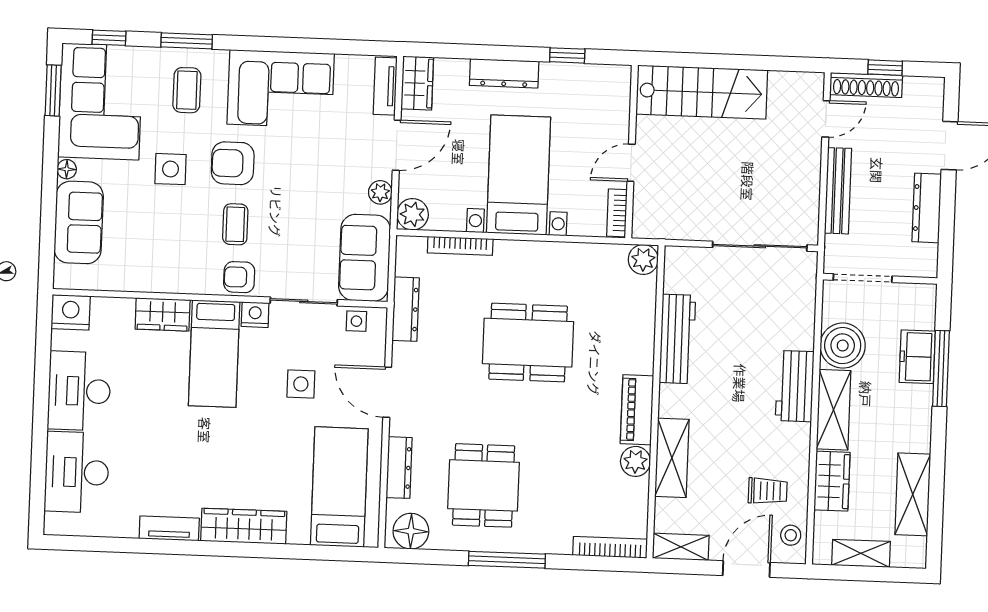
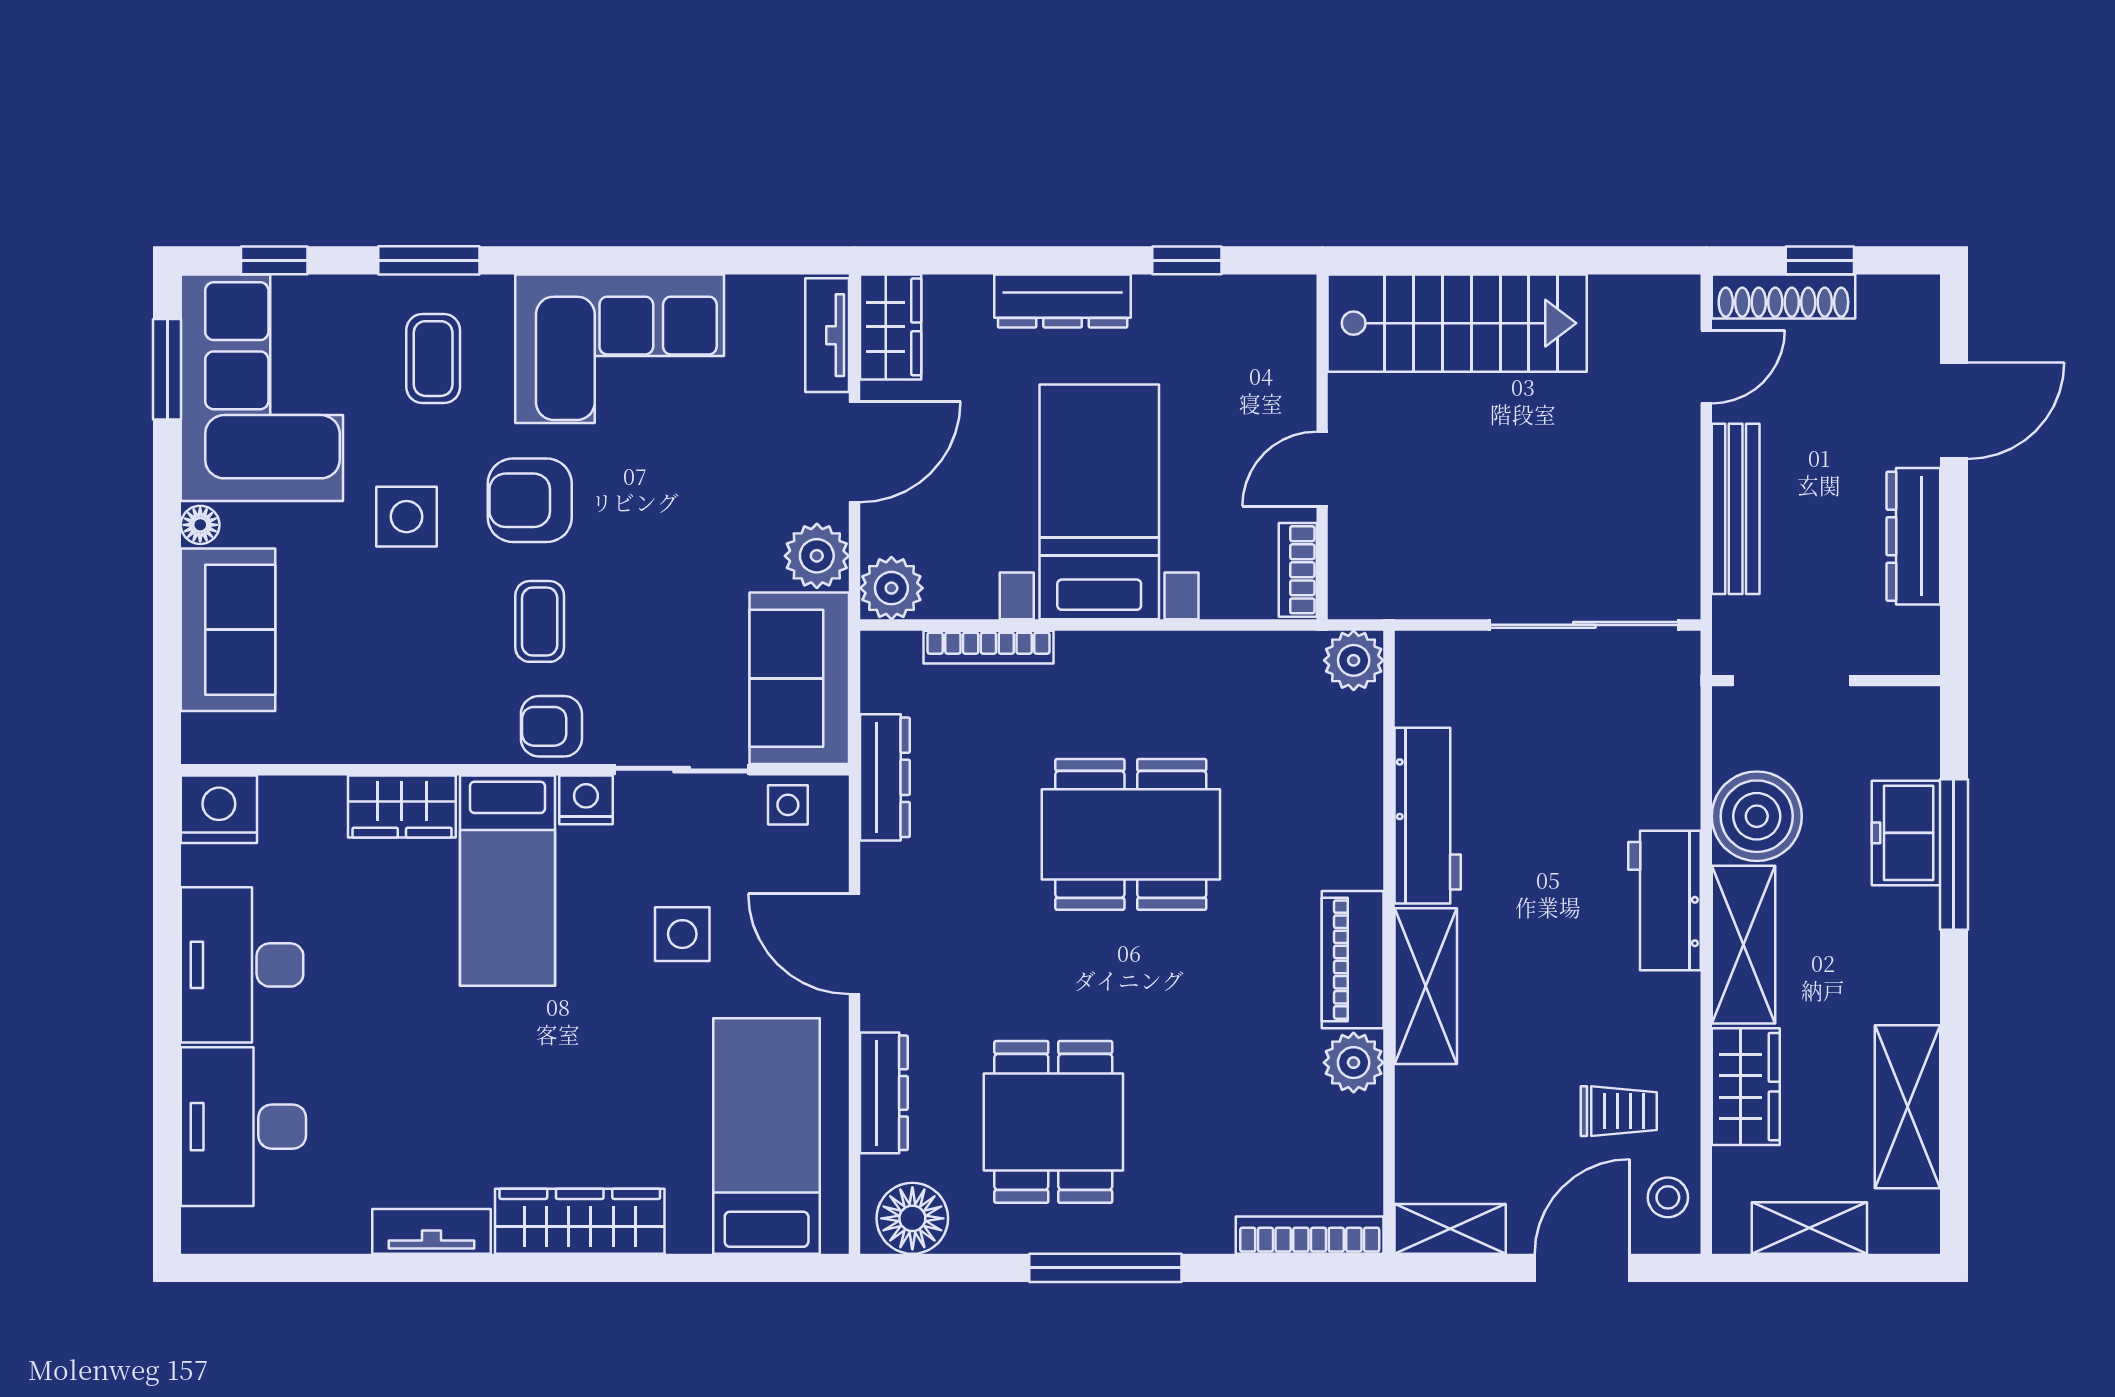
plant: (380, 192) -> (817, 556), width x1.38, depth x1.38
shelving: (672, 458) -> (1426, 986), moved

